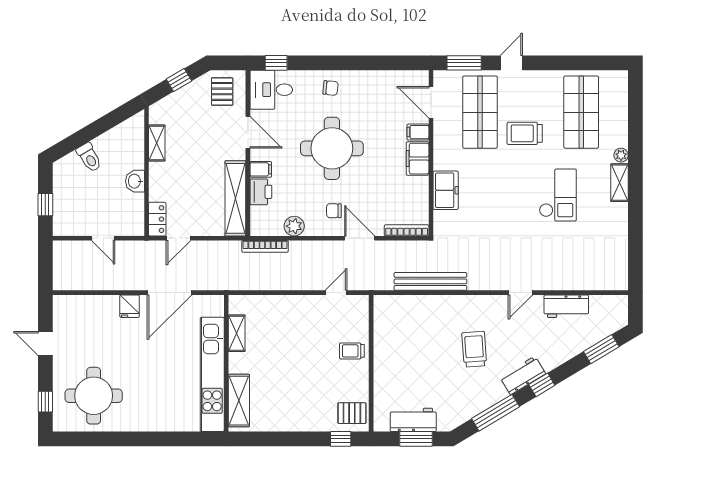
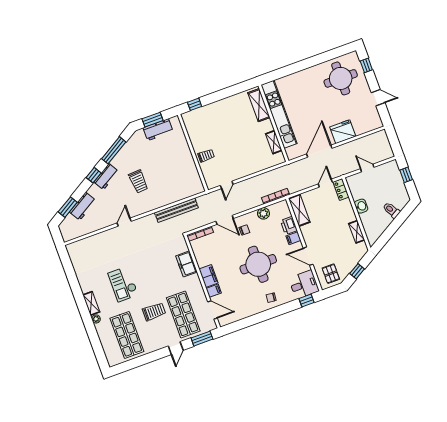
shelving: (235, 198) -> (299, 210), width x0.68
fridge: (130, 306) -> (343, 132), width x1.88, depth x1.34
workbench: (566, 306) -> (83, 206), moved, turned 149
pallet: (352, 413) -> (193, 121), removed

